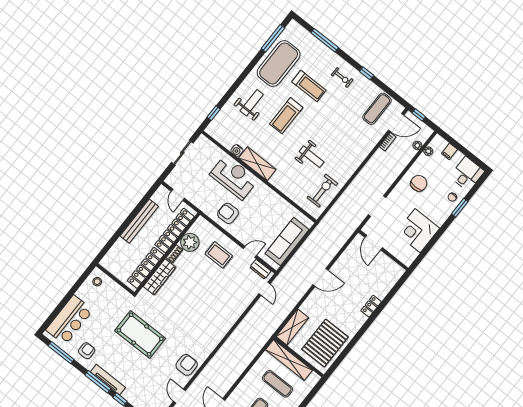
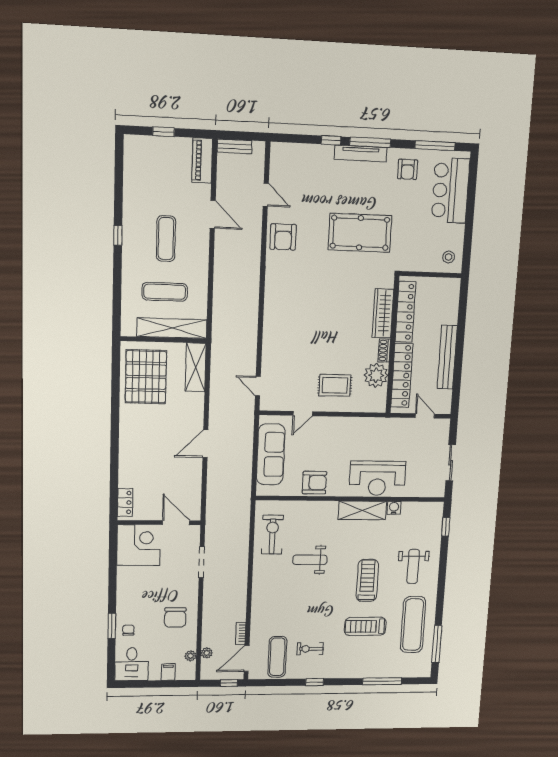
exercise mat: (279, 64) -> (413, 625), width x0.68
exercise bike: (342, 77) -> (310, 649), moved
exercise bike: (322, 191) -> (272, 535), turned 180
armchair: (228, 213) -> (314, 483), moved
corner desk: (418, 231) -> (139, 545), moved
dresser: (260, 269) -> (278, 404), removed
locker: (371, 306) -> (125, 502), moved

